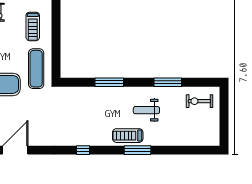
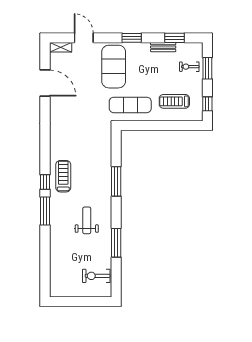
exercise bike: (199, 101) -> (96, 276), turned -90
treadmill: (128, 136) -> (63, 176), moved
window: (83, 150) -> (45, 182), moved

